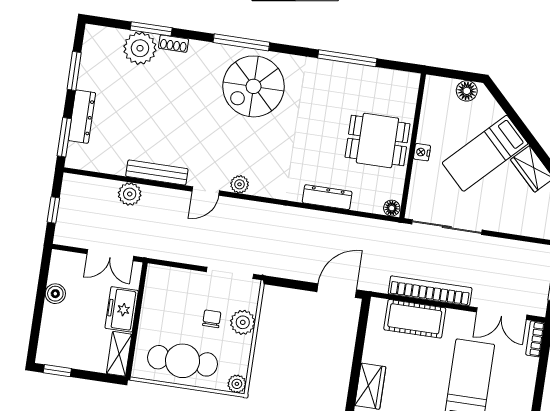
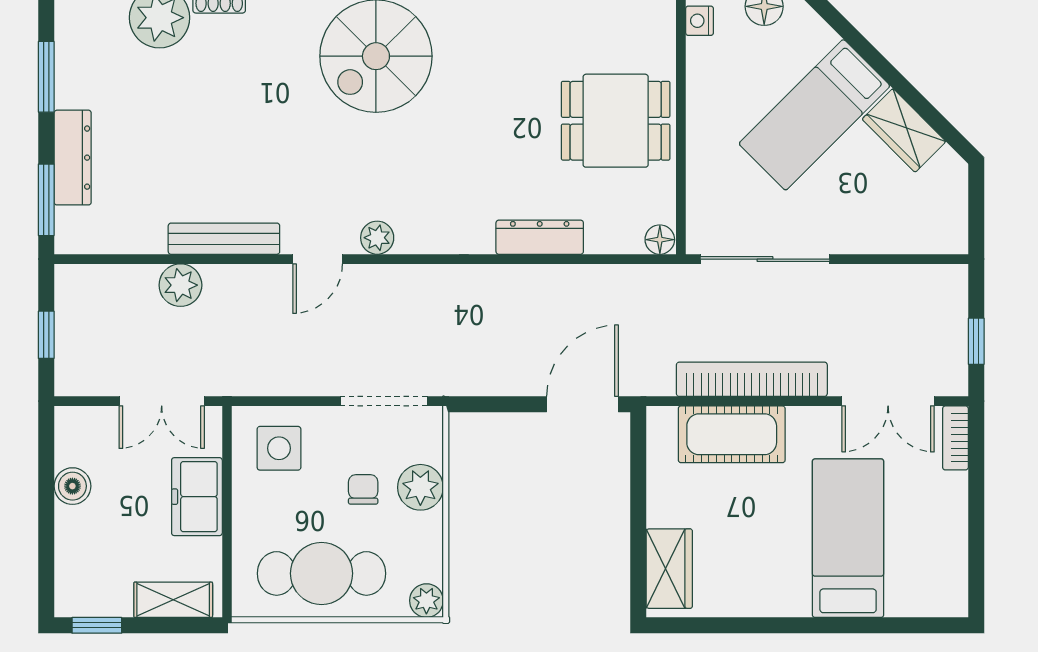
nightstand: (422, 152) -> (700, 21), moved
side table: (170, 290) -> (279, 448), added
shelving: (119, 354) -> (173, 600), moved, turned 90

